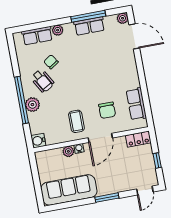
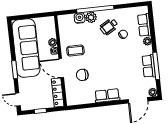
row of seats: (136, 104) -> (107, 96), moved
locker: (138, 139) -> (58, 93), width x1.53
water cooler: (38, 141) -> (80, 18), moved
sofa: (69, 190) -> (26, 48), width x1.36, depth x1.27

